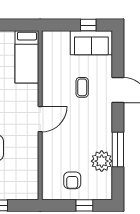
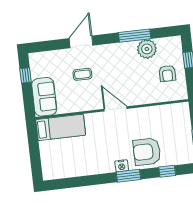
sofa: (91, 43) -> (44, 97), moved
armchair: (72, 180) -> (167, 73), turned 90

